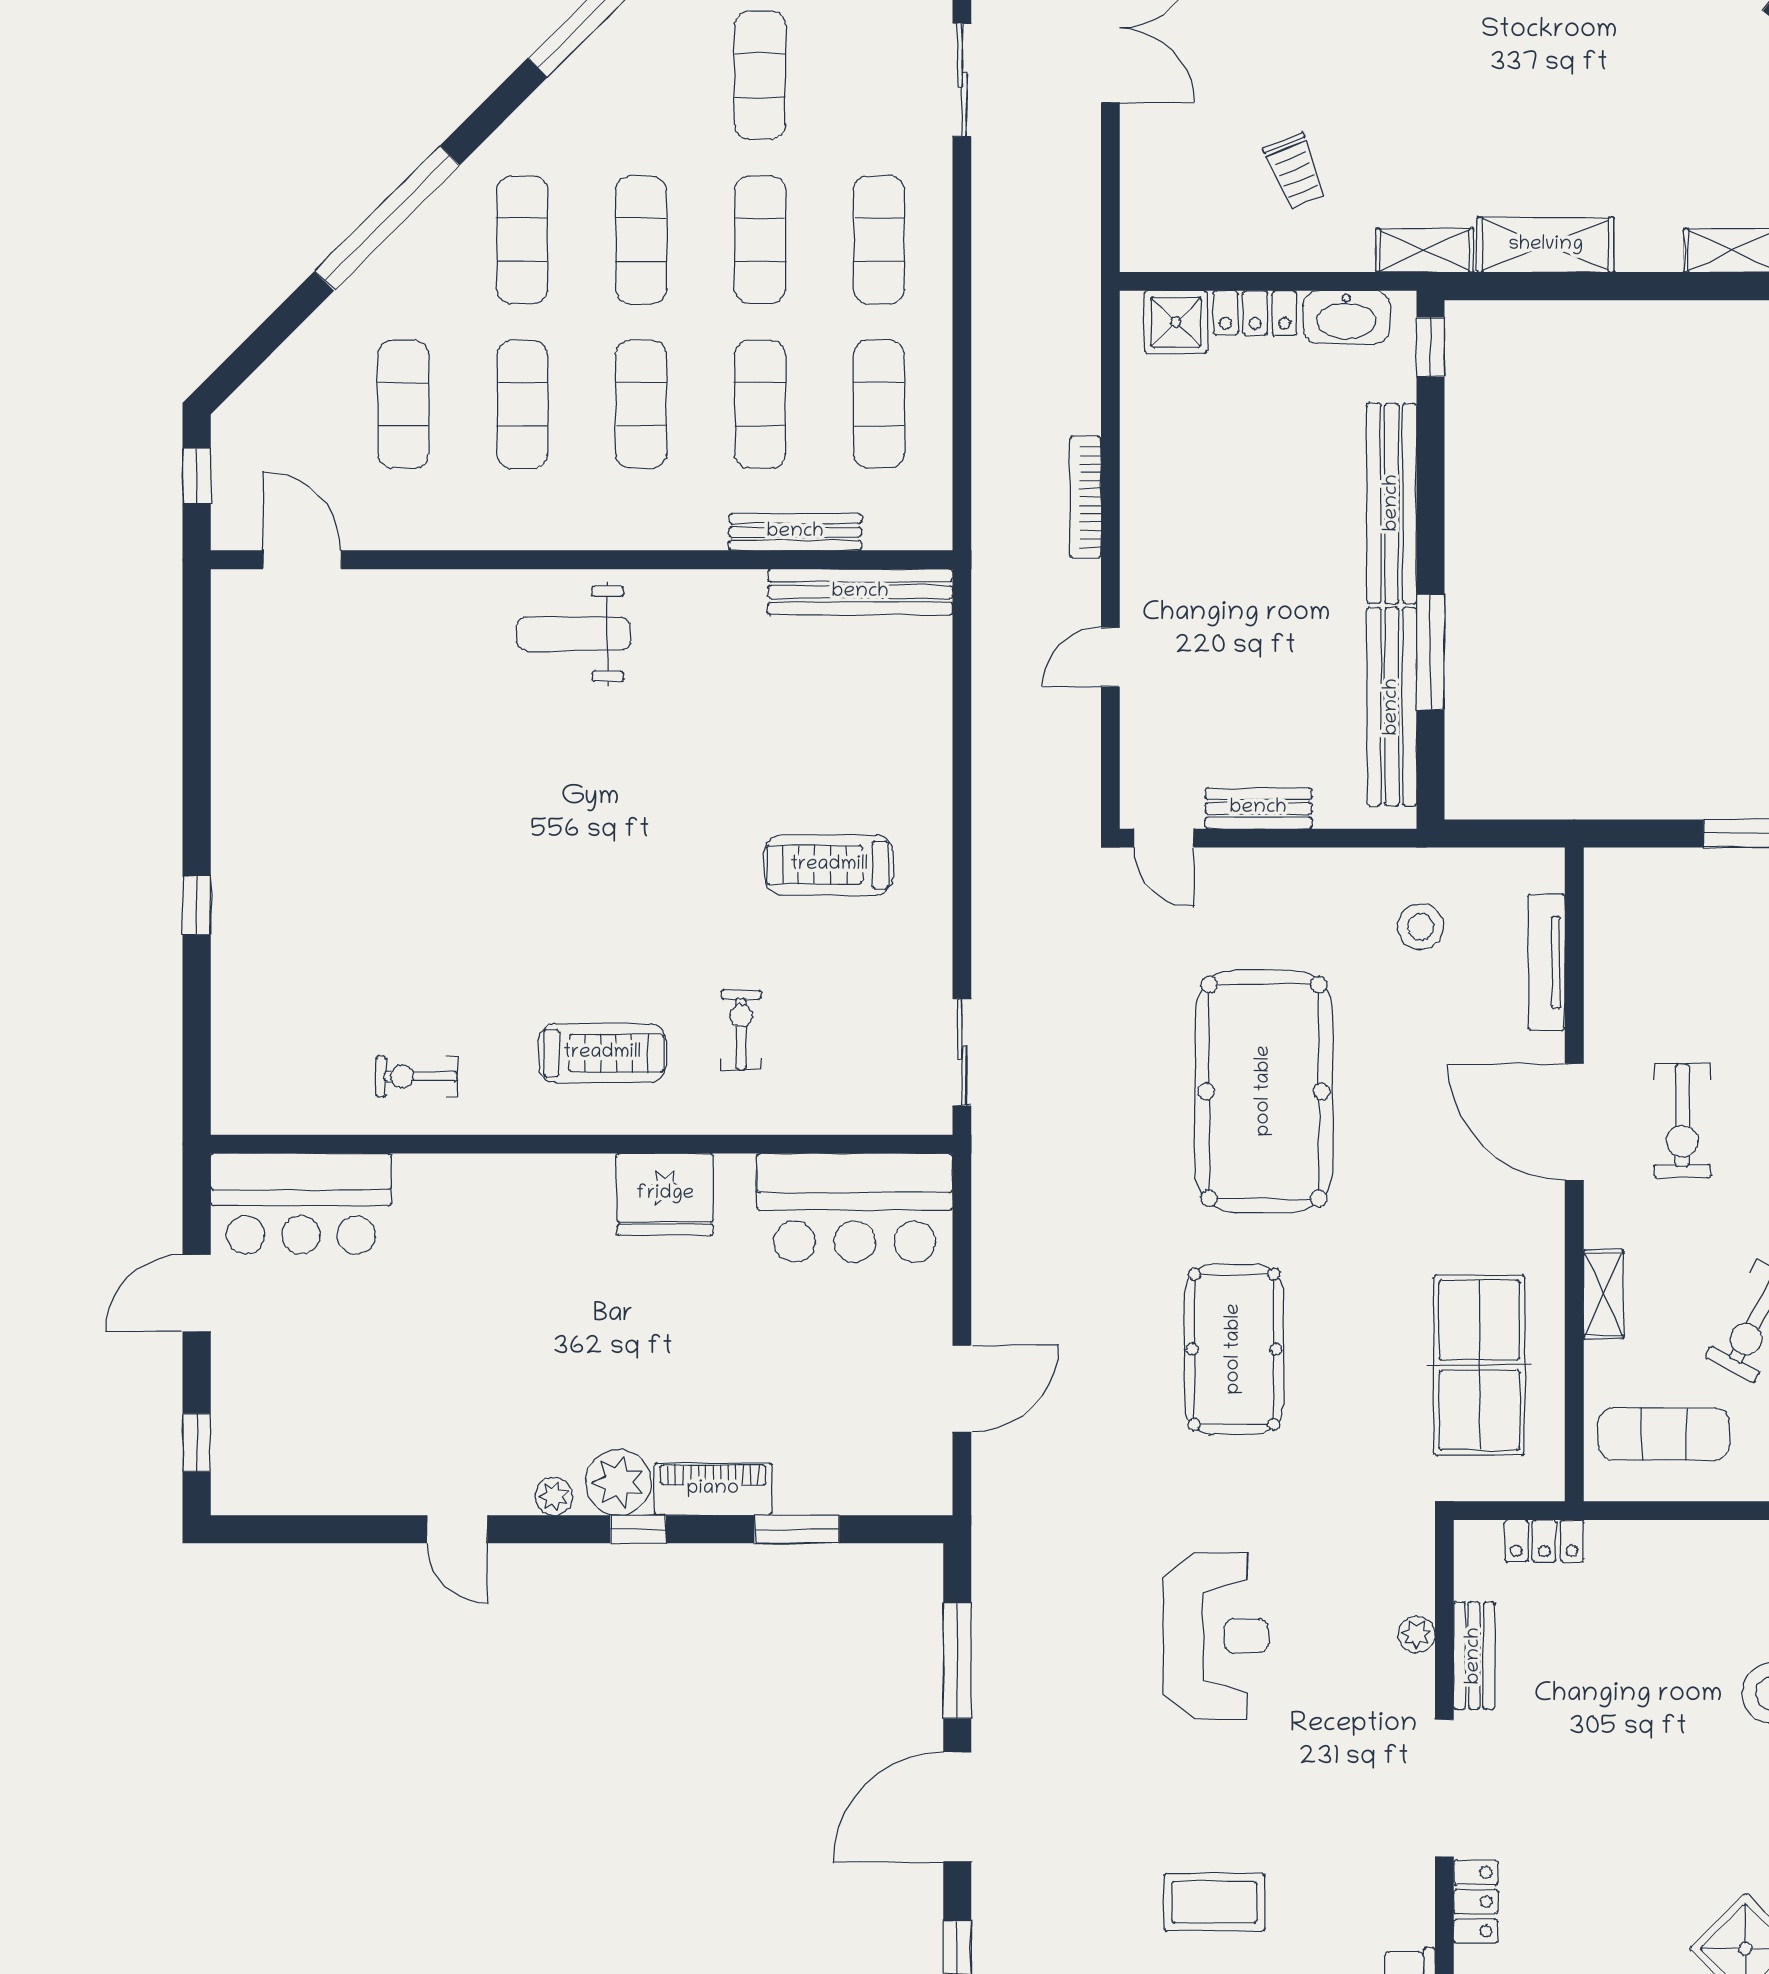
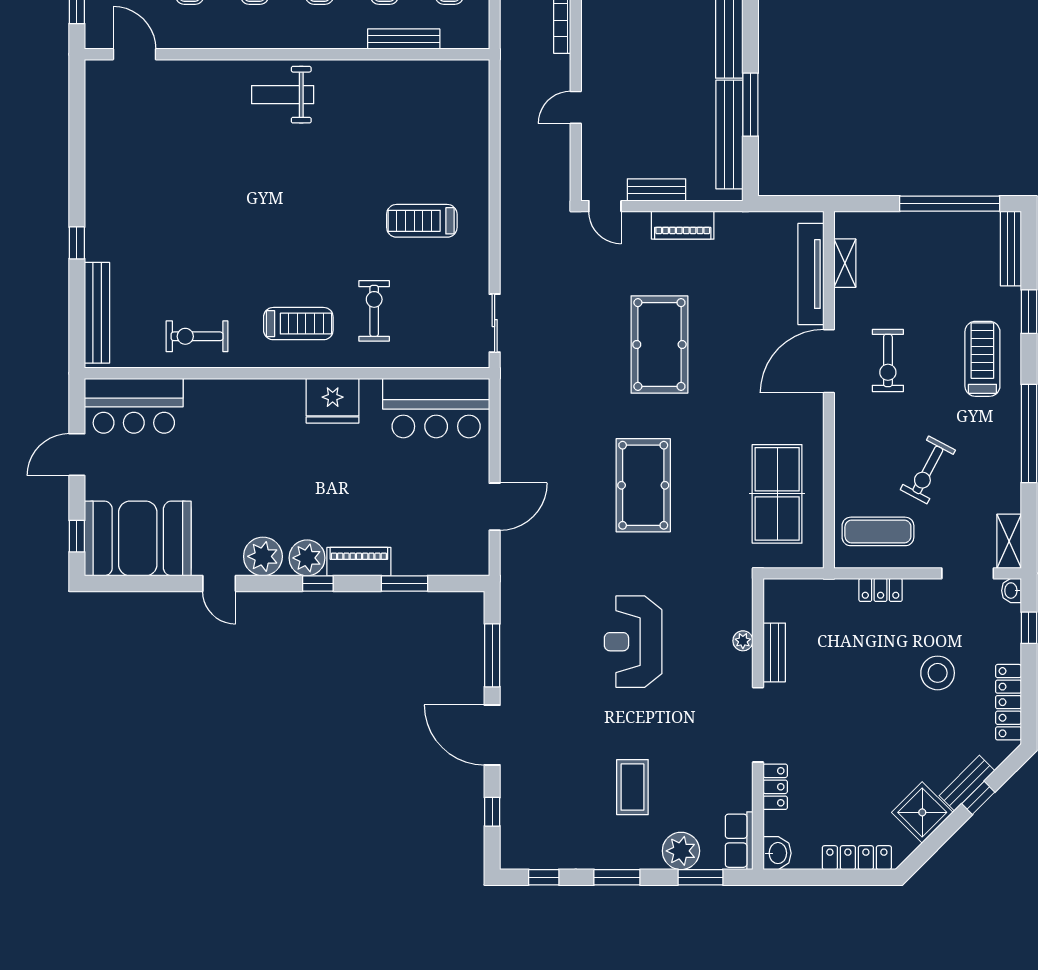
bench: (860, 592) -> (97, 313), moved, turned 90
piano: (1307, 873) -> (683, 225), added
stool: (1421, 927) -> (745, 255), removed
tv unit: (1547, 962) -> (811, 274), width x1.36, depth x1.29
exercise bike: (741, 1030) -> (374, 311), width x1.38, depth x1.39
exercise bike: (417, 1076) -> (197, 336), width x1.38, depth x1.39
pool table: (1264, 1091) -> (659, 344), width x0.73, depth x0.76
door: (1574, 1122) -> (829, 361), hinge flipped
shelving: (1603, 1294) -> (845, 263), moved
booth: (308, 1447) -> (138, 538), added
plant: (554, 1496) -> (263, 556), width x1.87, depth x1.87
locker: (1544, 1541) -> (881, 590), moved
reception desk: (1216, 1636) -> (633, 642), turned 180
door: (957, 1807) -> (492, 735), hinge flipped
coffee table: (1214, 1902) -> (632, 787), turned 90

